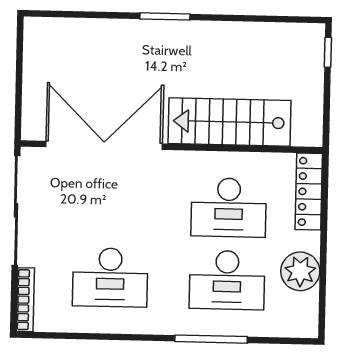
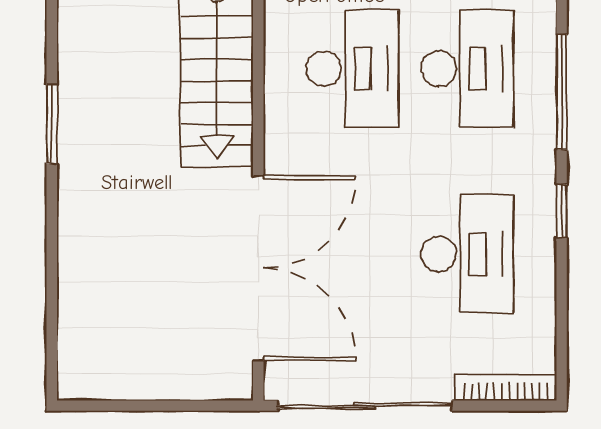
window: (165, 16) -> (52, 124), moved
double door: (104, 145) -> (258, 268), swing flipped
window: (136, 337) -> (562, 211), added

